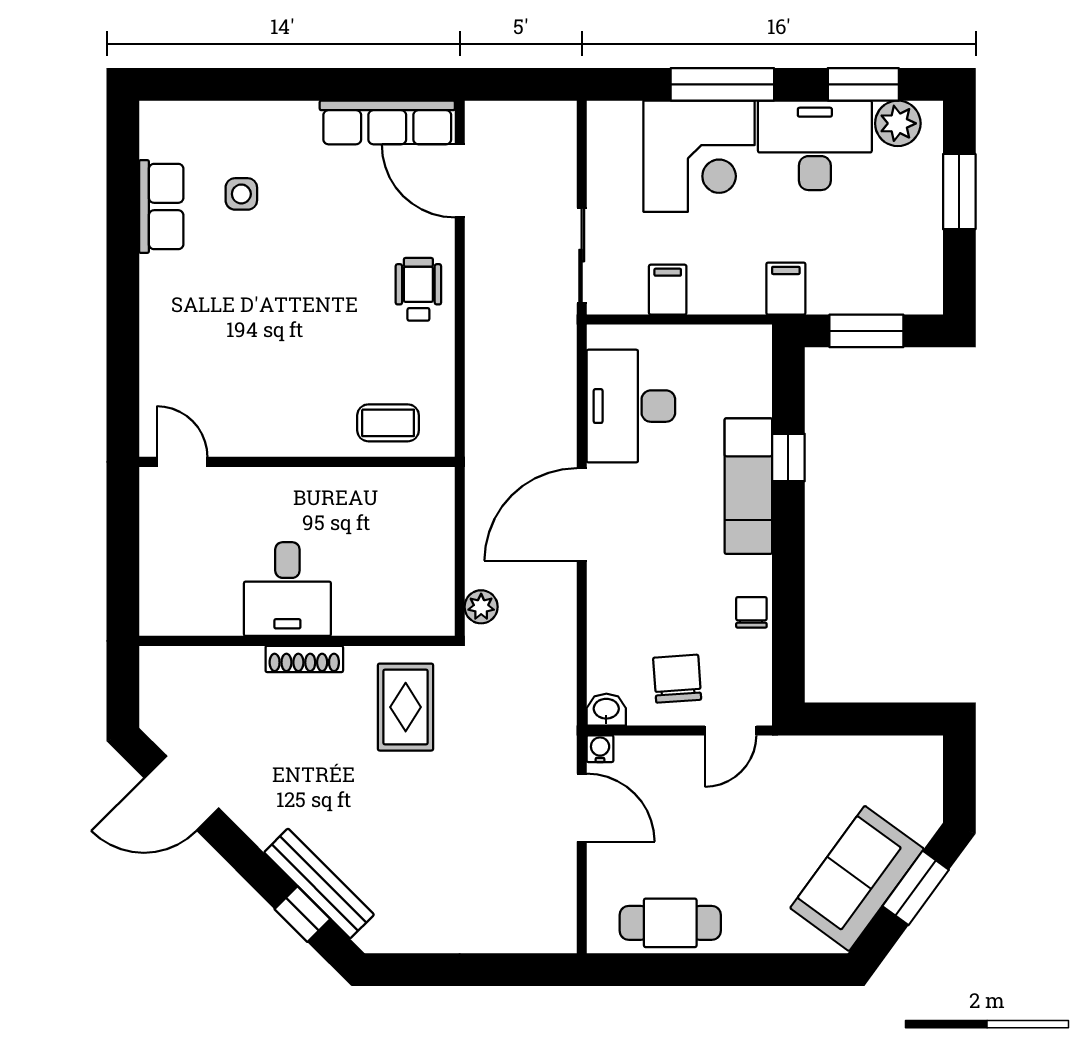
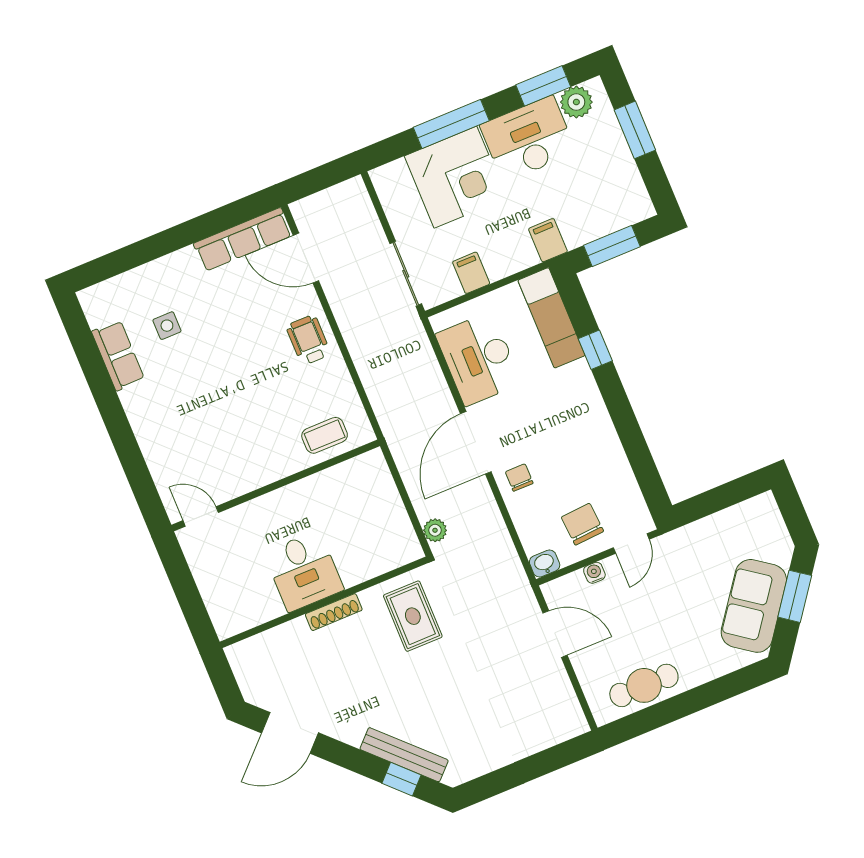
exam couch: (748, 486) -> (551, 318), moved
chair: (751, 612) -> (519, 478), moved
water cooler: (600, 749) -> (594, 573), moved

